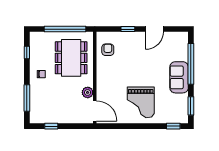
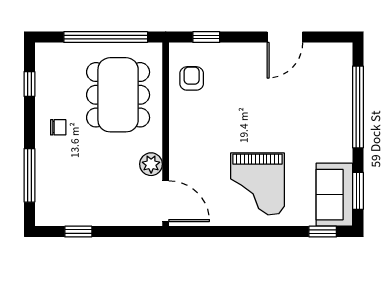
window: (128, 29) -> (206, 37), moved
sofa: (179, 77) -> (334, 195), moved

